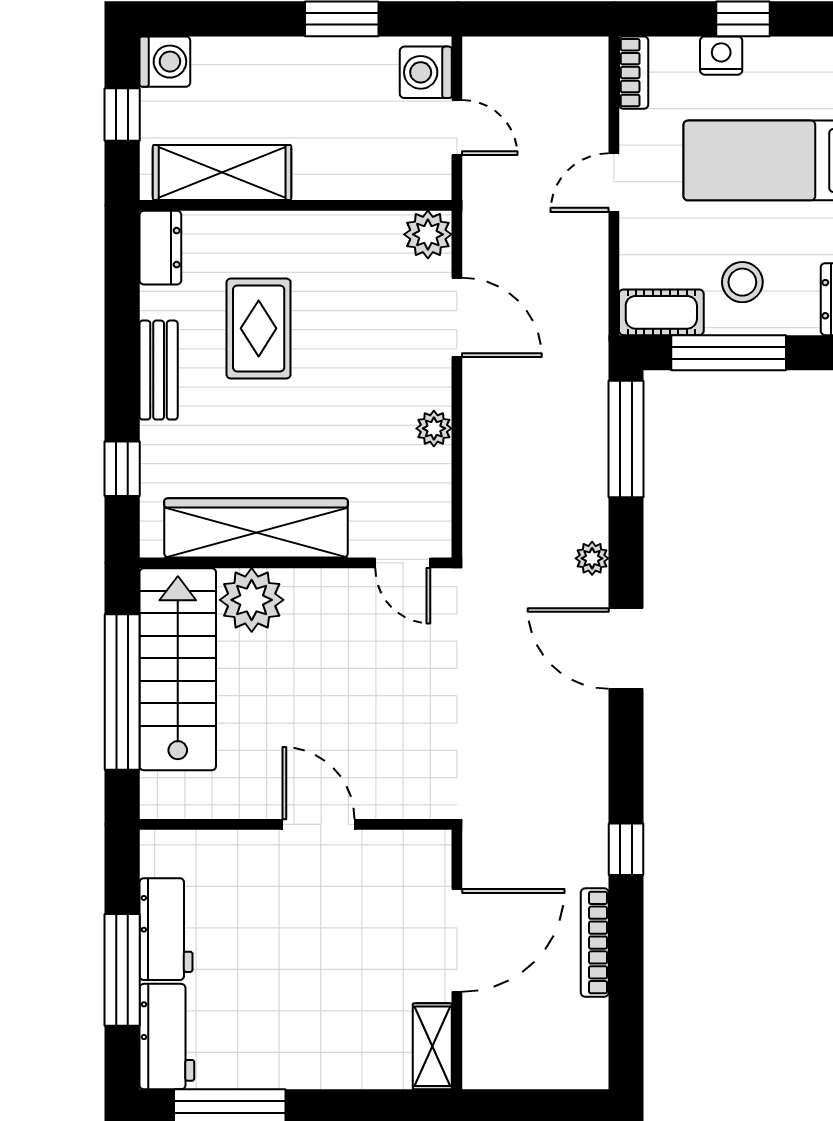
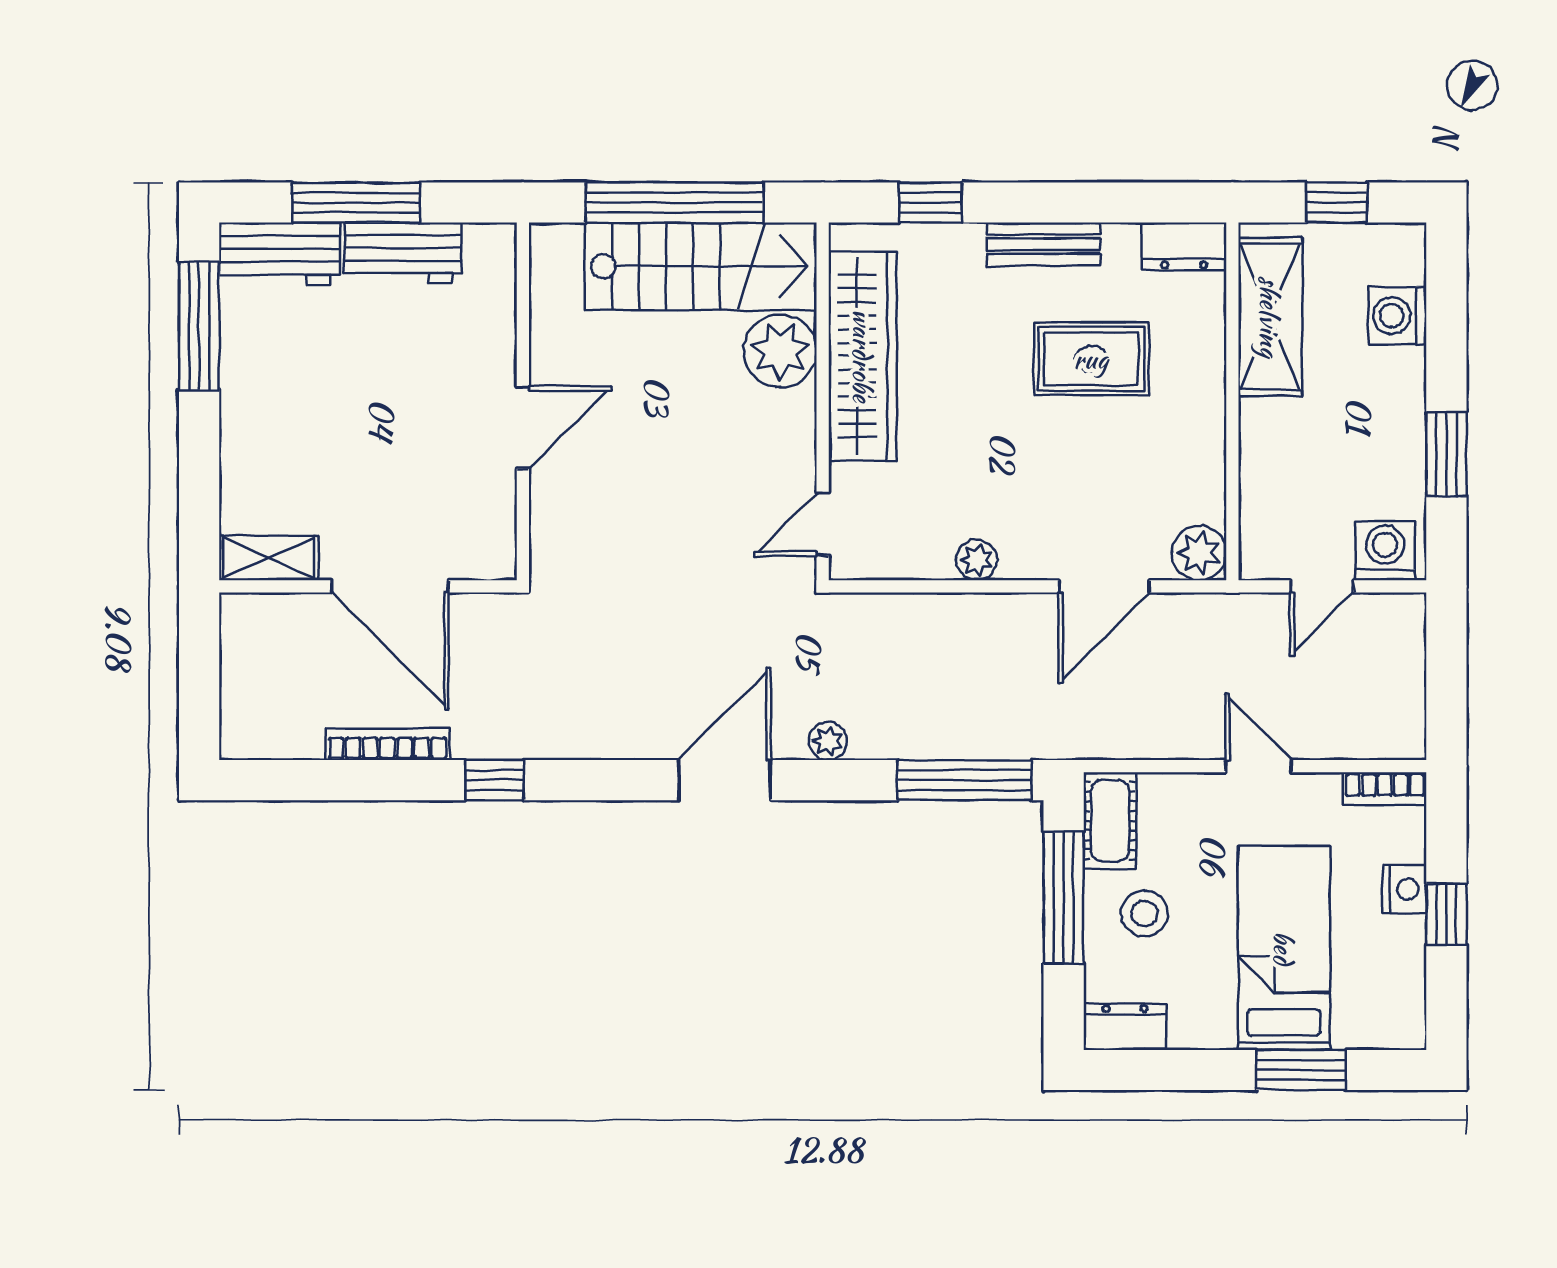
washing machine: (165, 62) -> (1397, 316), moved, turned 90

